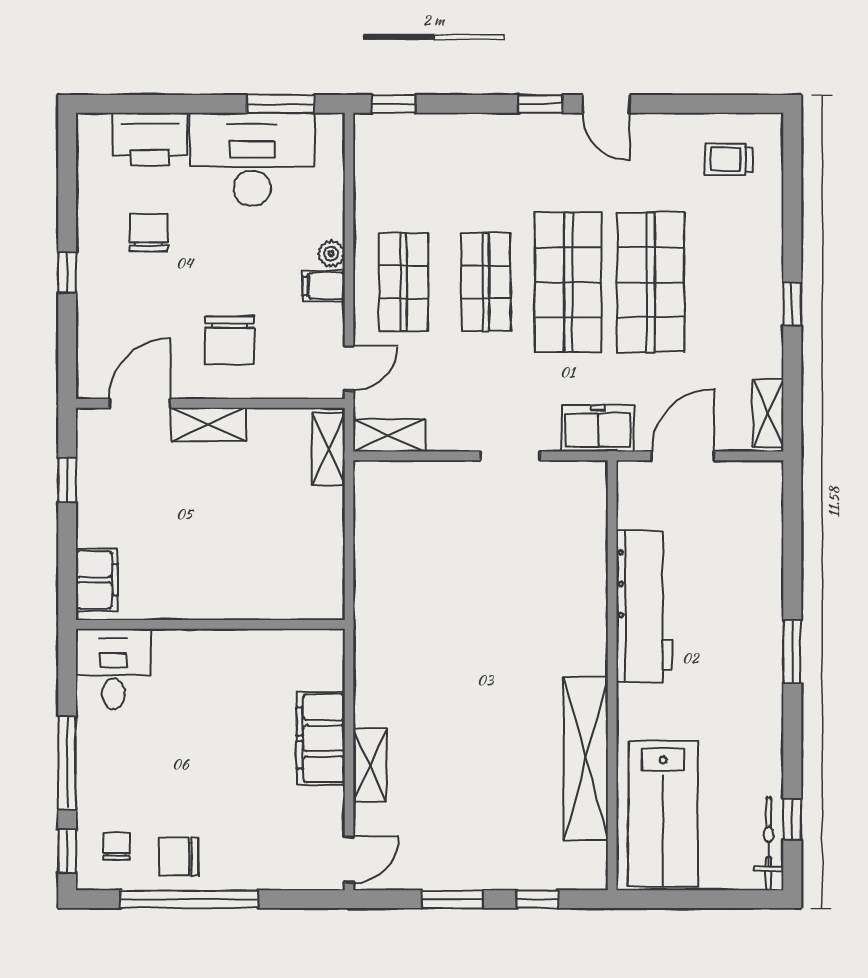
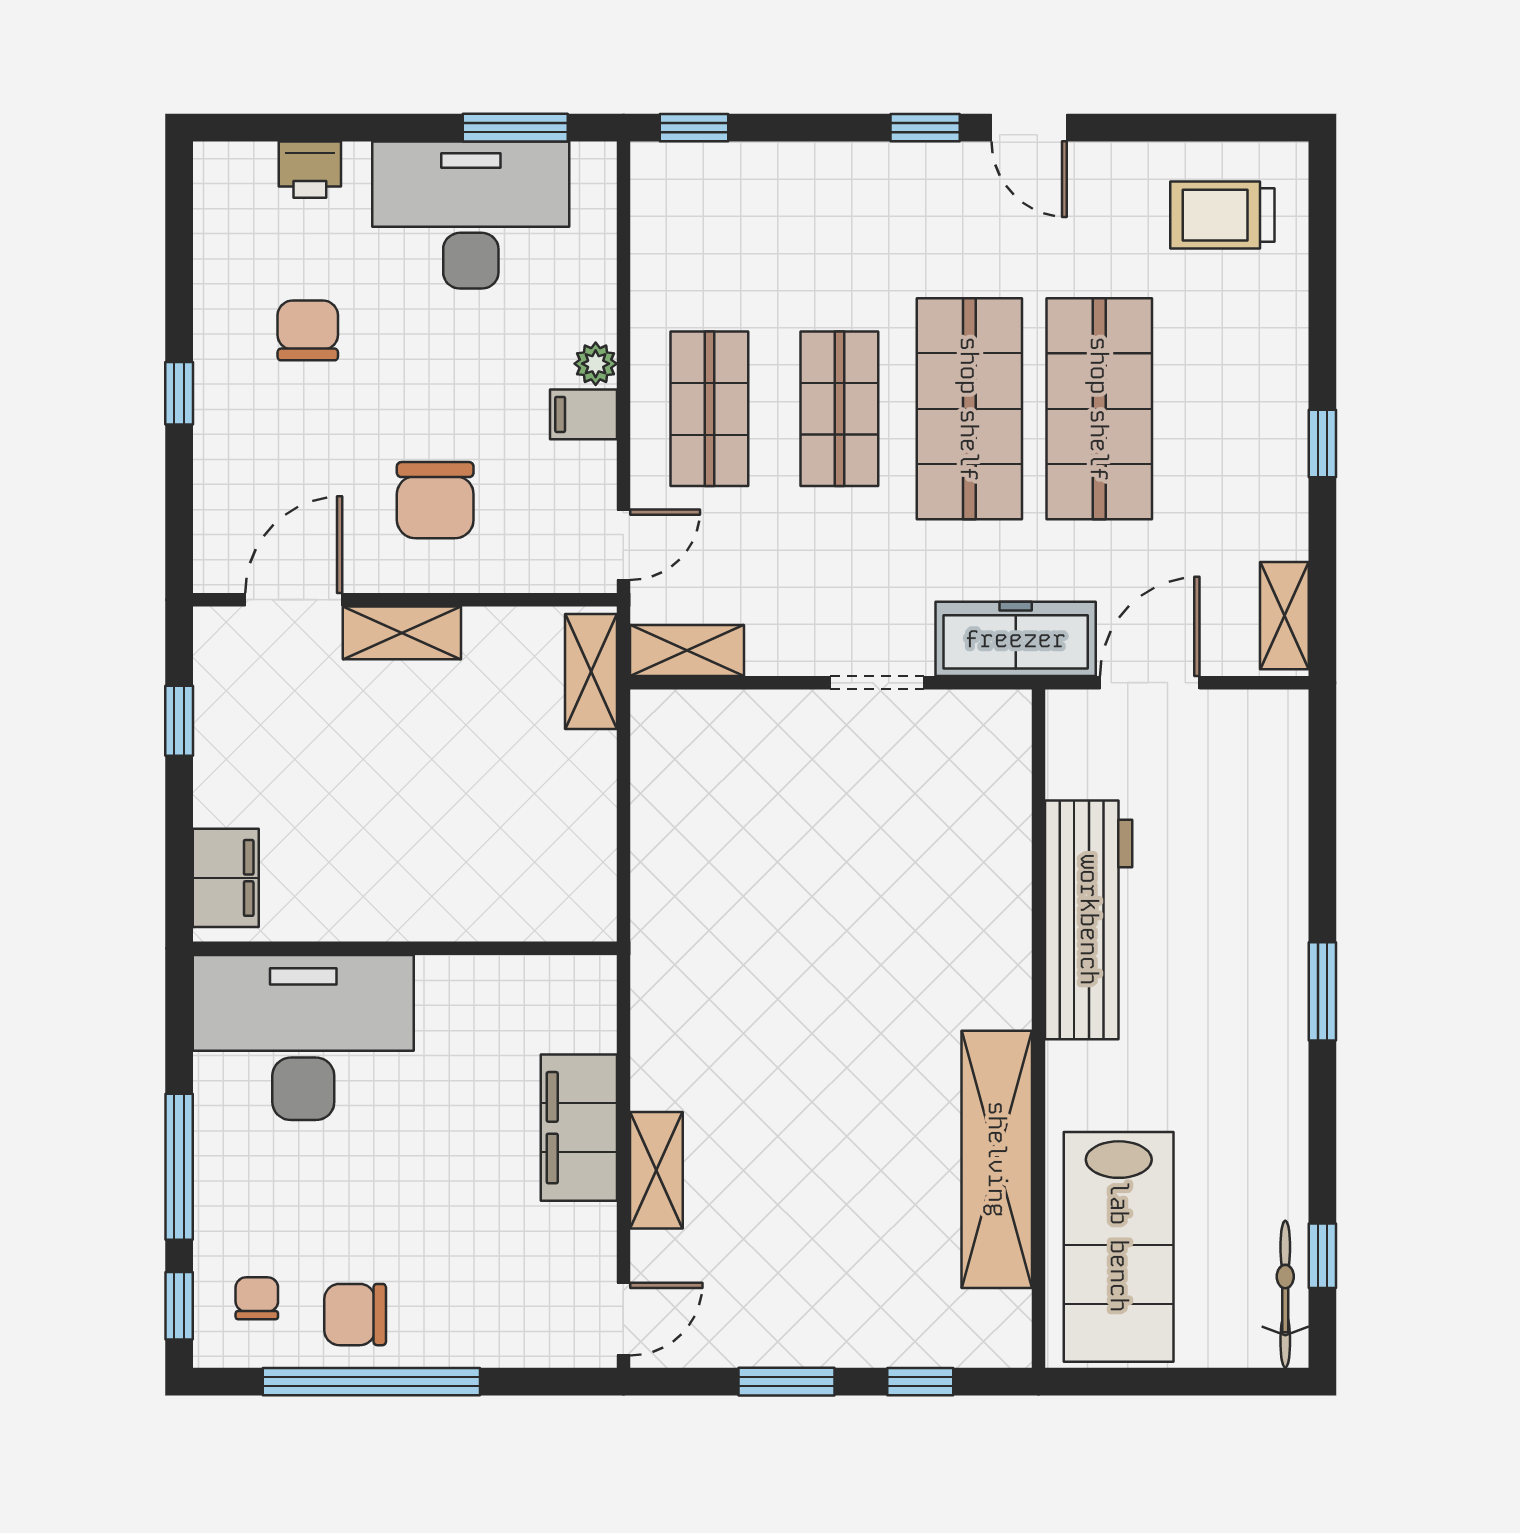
printer: (150, 139) -> (310, 170), width x0.53, depth x0.68
trolley: (729, 159) -> (1222, 215), width x1.36, depth x1.39
freezer: (598, 428) -> (1016, 639), width x1.40
desk: (113, 669) -> (303, 1038), width x1.87, depth x1.30

